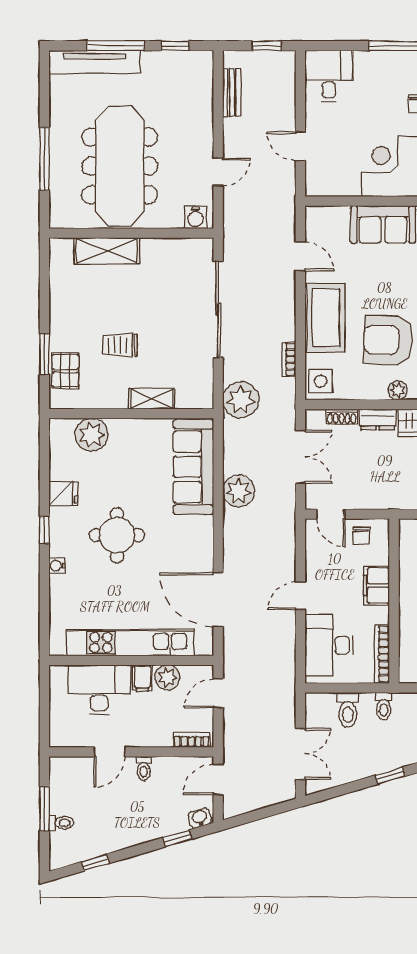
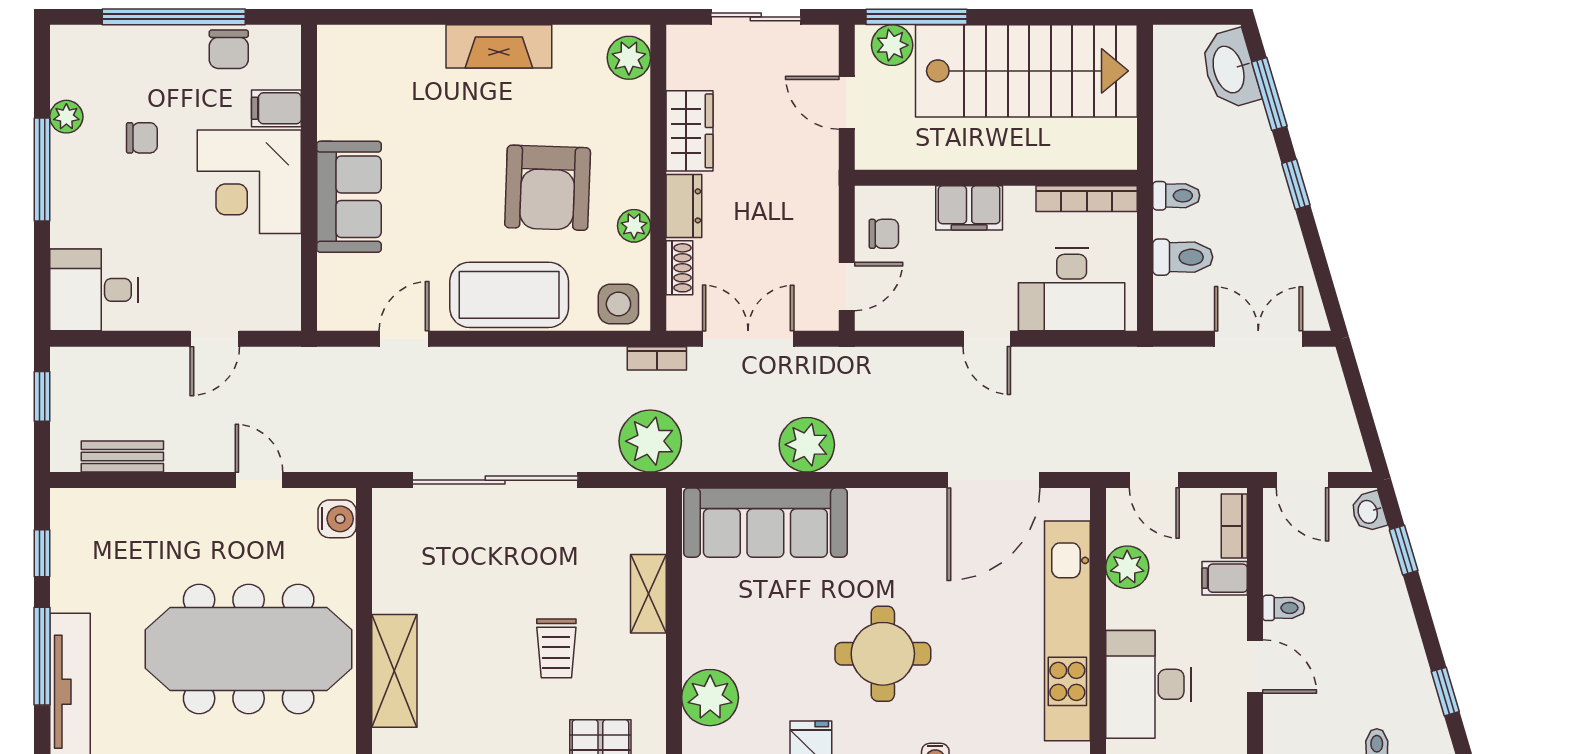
bookcase: (289, 359) -> (657, 358), moved
plant: (398, 390) -> (634, 226), moved
filing cabinet: (142, 678) -> (1225, 578), moved, turned 180

